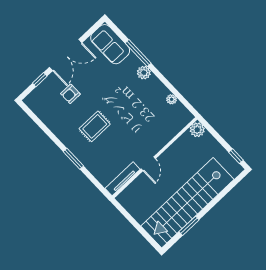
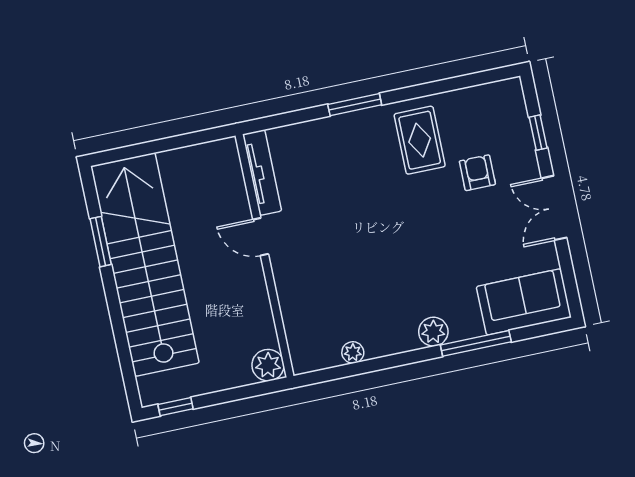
double door: (66, 55) -> (554, 208), width x0.73
rug: (95, 126) -> (420, 140), moved

